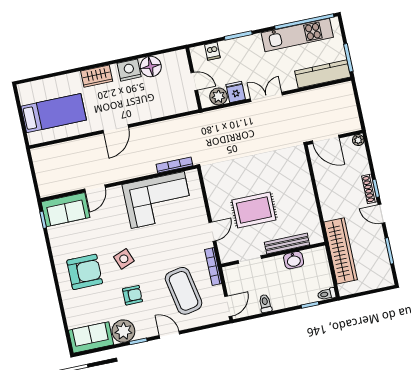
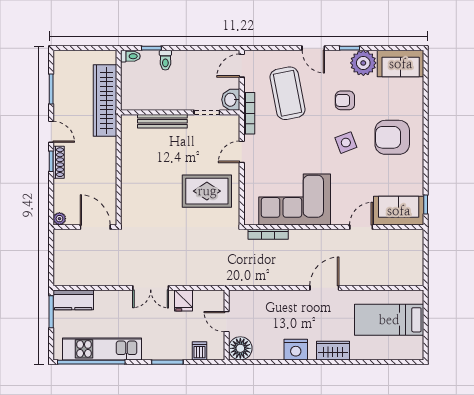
floor lamp: (151, 67) -> (240, 348), moved
kitchen counter: (323, 74) -> (73, 300), width x0.67
plant: (218, 96) -> (203, 299), removed
rug: (254, 210) -> (207, 191), moved
washbasin: (294, 260) -> (231, 100), moved, turned -90
toilet: (265, 304) -> (165, 60), moved

